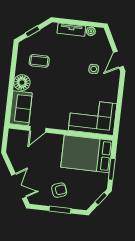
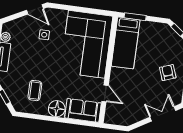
corner sofa: (93, 117) -> (87, 44), width x1.36, depth x1.36
bed: (87, 154) -> (126, 43), width x0.67
window: (112, 169) -> (135, 17), moved

